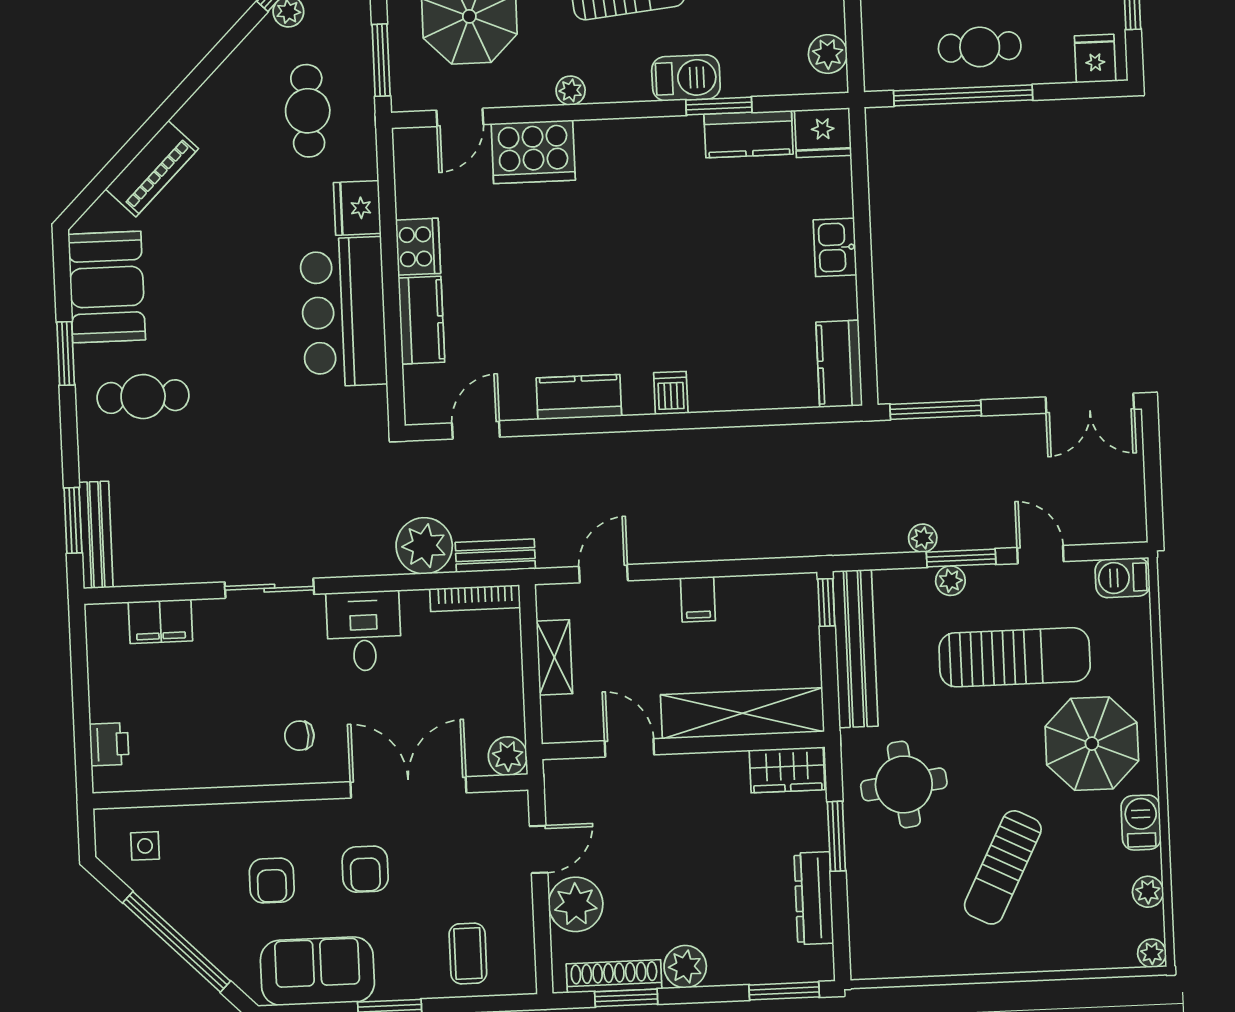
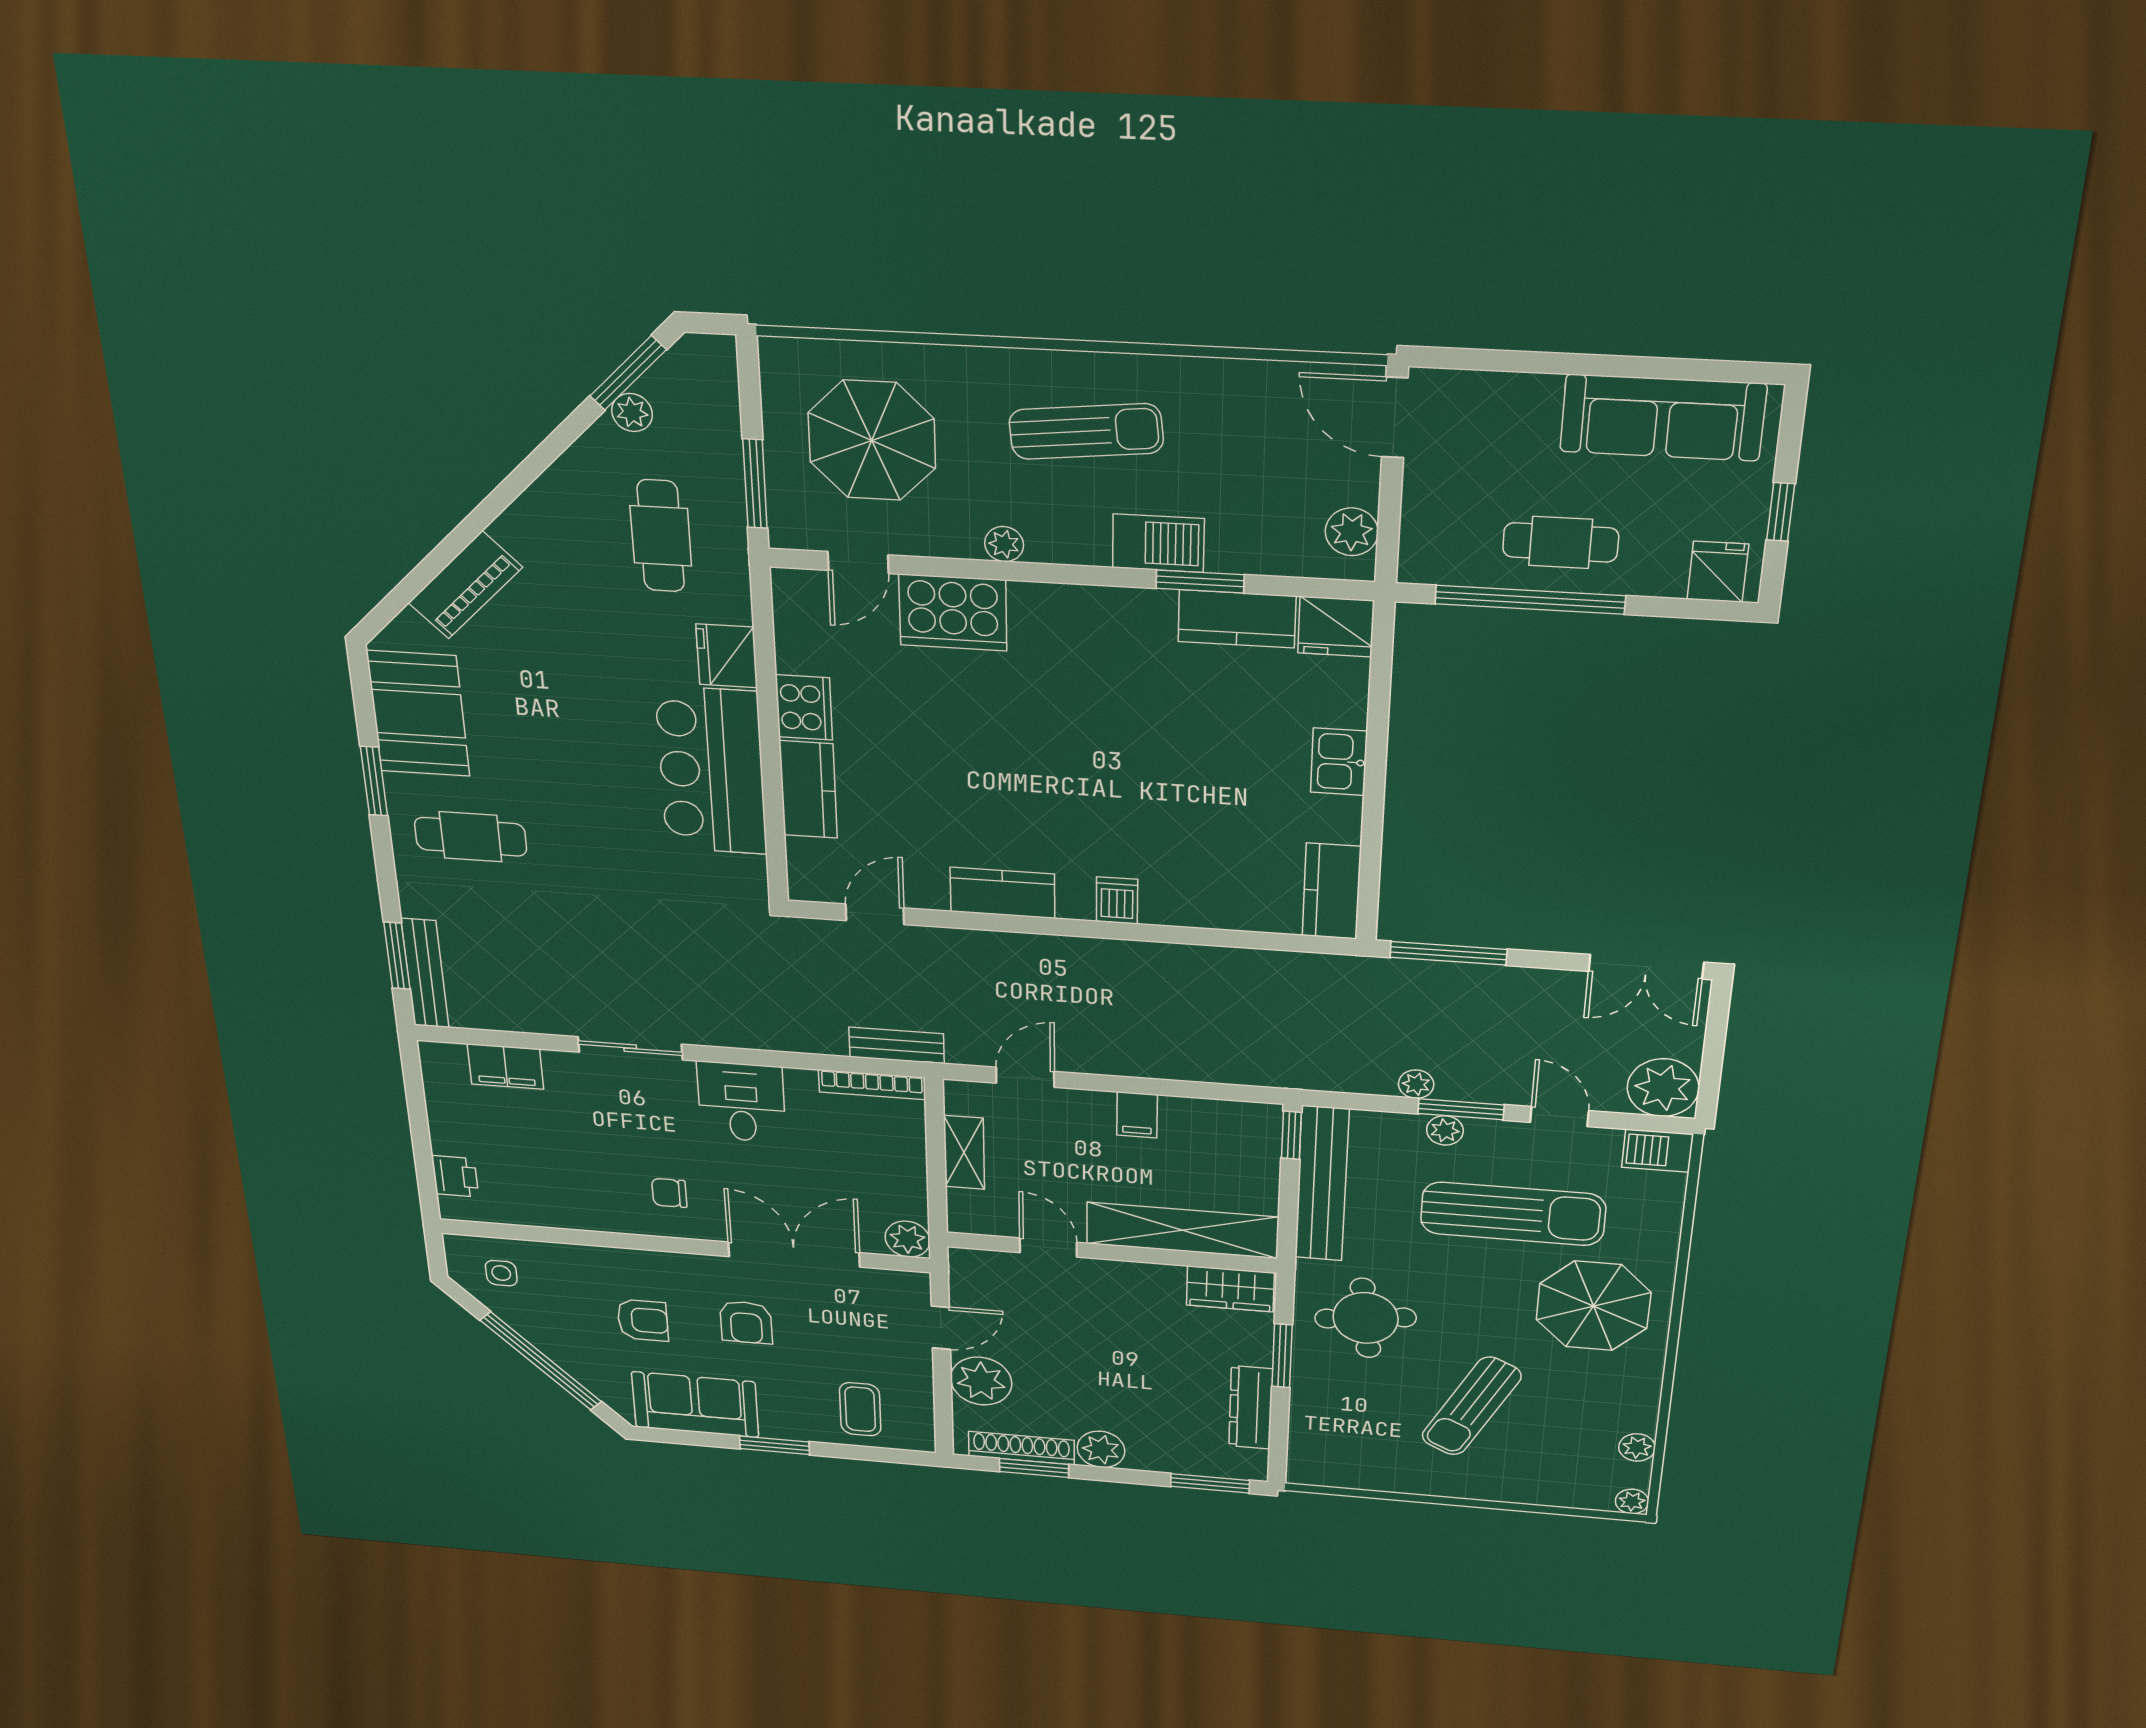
plant: (424, 546) -> (1663, 1088), moved
barbecue: (1141, 823) -> (1640, 1385), removed
armchair: (272, 881) -> (643, 1320), turned -90

